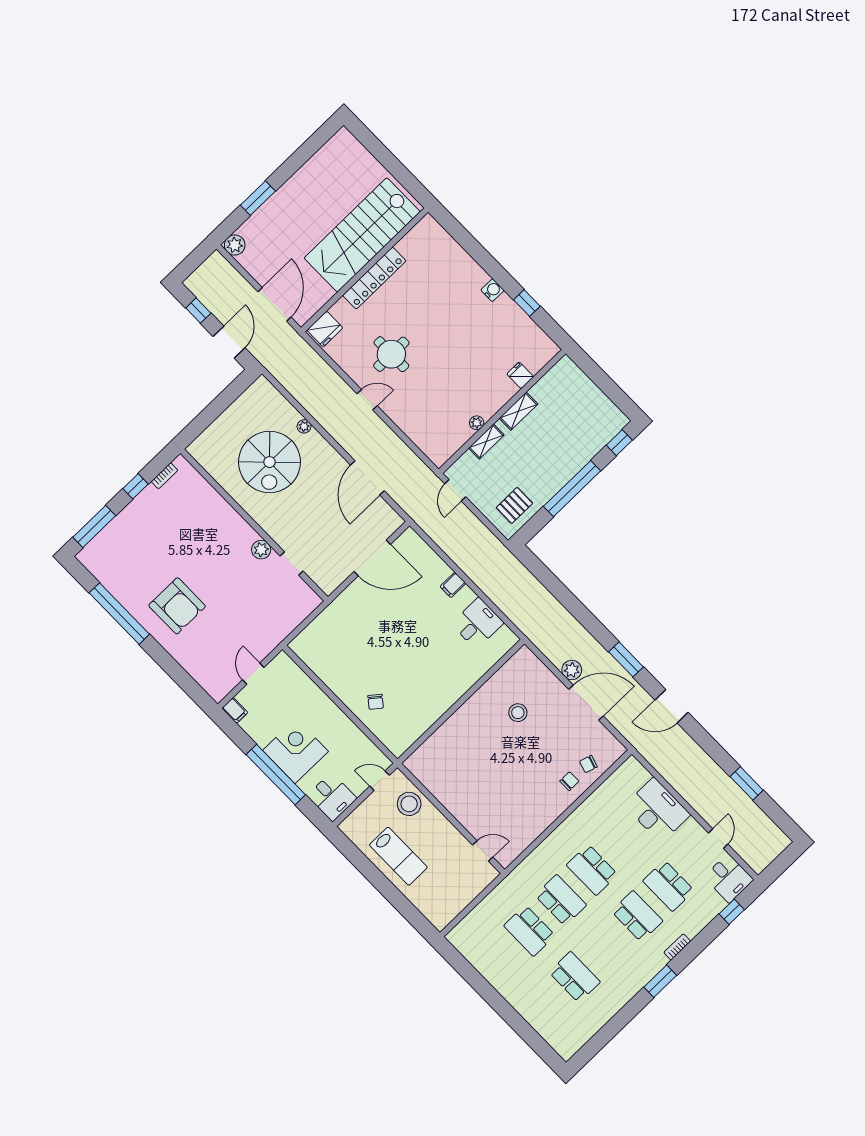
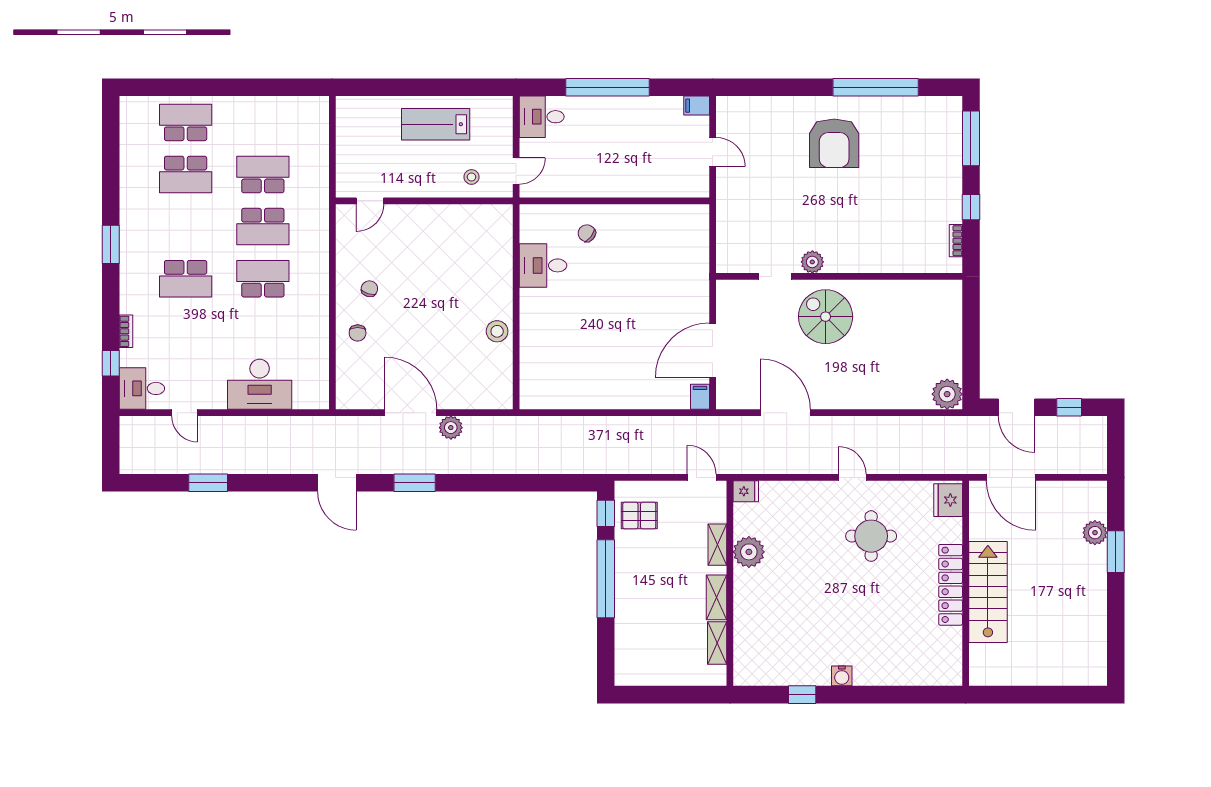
stairs: (362, 235) -> (988, 592), width x0.73, depth x0.66
plant: (235, 245) -> (1095, 533), moved
fridge: (520, 375) -> (746, 491), moved
shelving: (546, 384) -> (717, 643), added
door: (367, 400) -> (852, 477), swing flipped
plant: (477, 423) -> (749, 552), width x1.88, depth x1.88
plant: (304, 426) -> (947, 394), moved, width x1.88, depth x1.88
window: (619, 443) -> (606, 513), moved
spiral stairs: (270, 462) -> (826, 317), moved, width x0.73, depth x0.73
pallet: (514, 505) -> (639, 516), turned 90
filing cabinet: (453, 585) -> (700, 397), moved
armchair: (177, 606) -> (834, 143), turned -90
desk: (477, 623) -> (543, 265), moved, turned 90
door: (586, 703) -> (411, 413), swing flipped
door: (671, 706) -> (337, 483), swing flipped
stool: (518, 713) -> (497, 331), moved
corner desk: (295, 751) -> (612, 124), removed
chair: (588, 764) -> (369, 289), moved
stool: (409, 804) -> (471, 177), width x0.53, depth x0.53
school desk: (668, 886) -> (186, 122), moved
bookcase: (677, 947) -> (126, 331), moved

